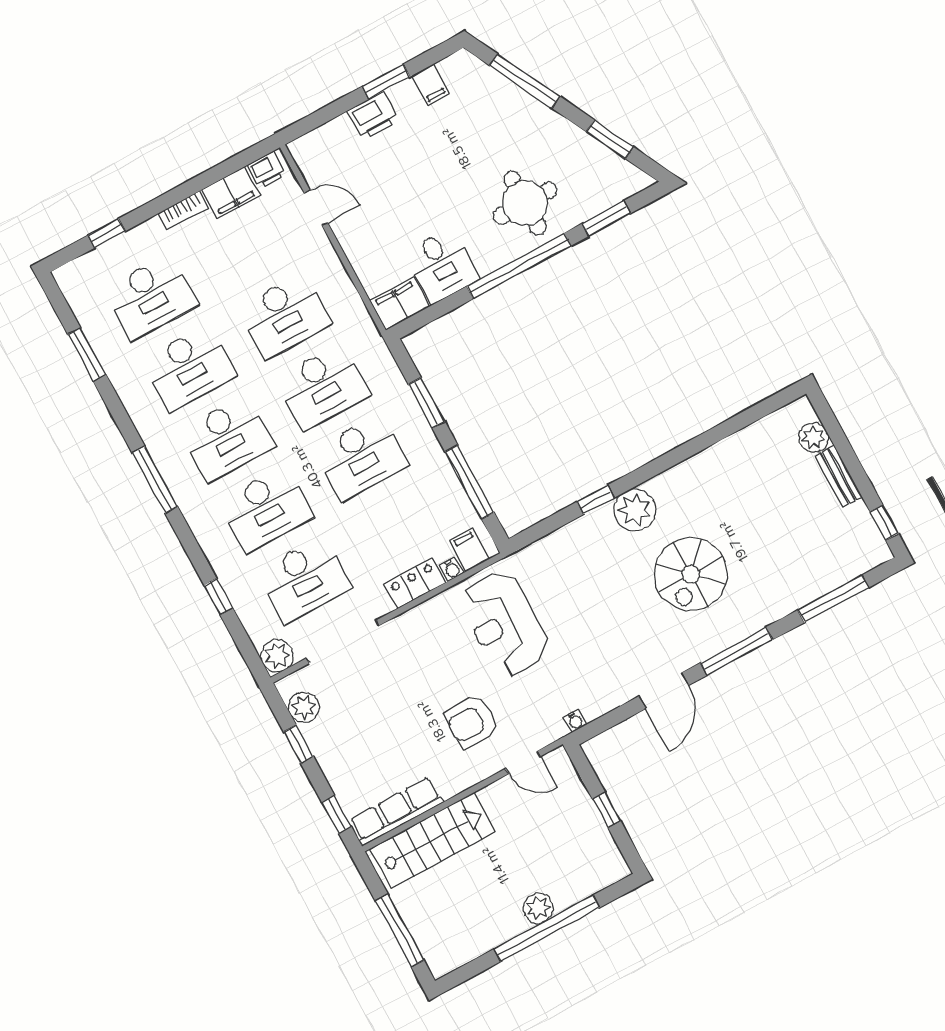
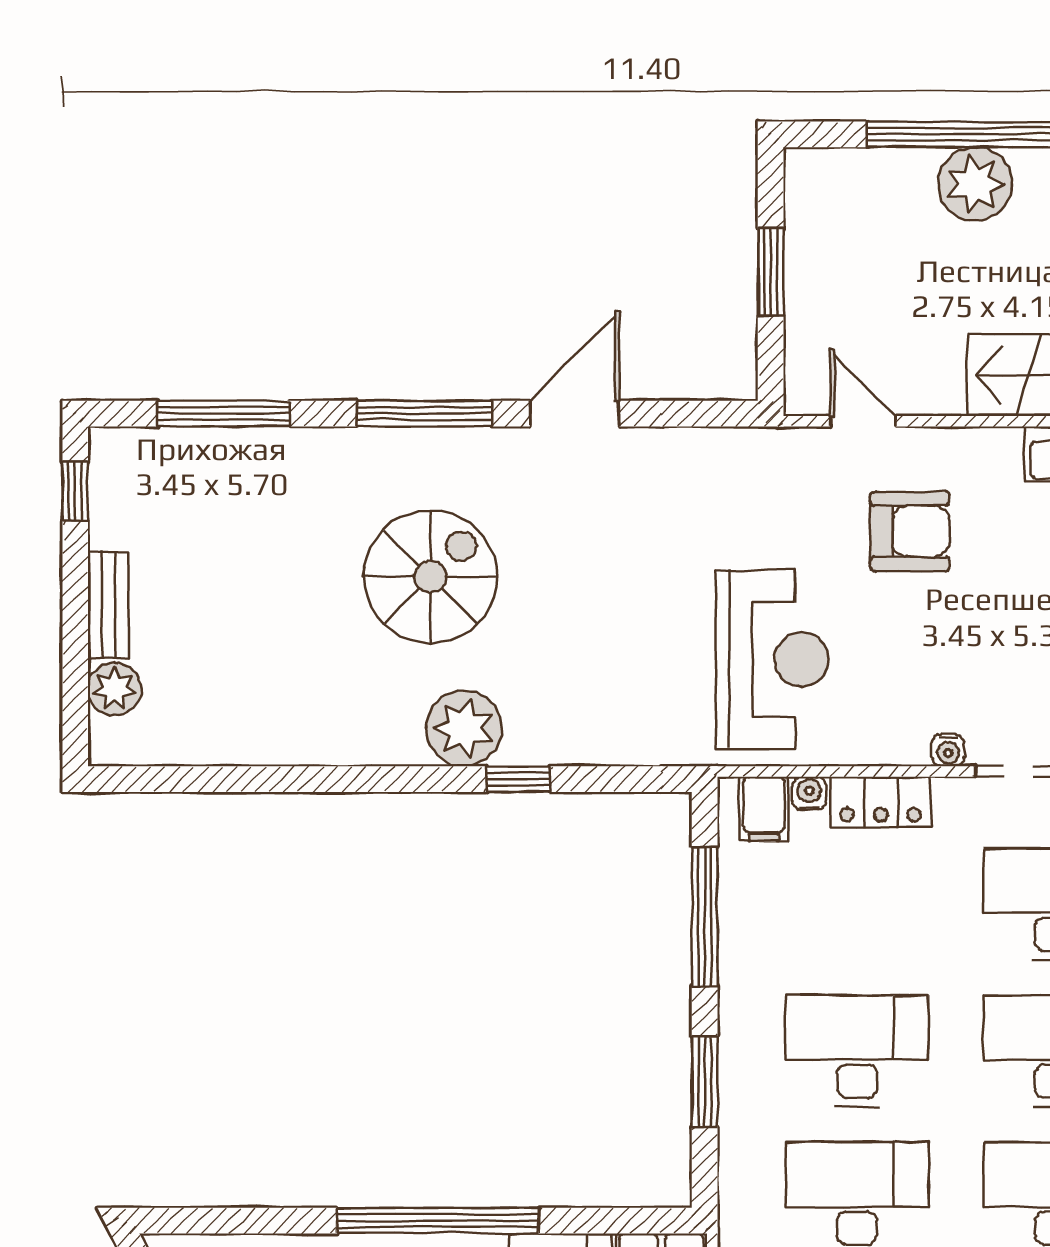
window: (606, 219) -> (256, 1221), removed
water cooler: (575, 721) -> (948, 750), moved, turned 180
window: (607, 810) -> (771, 272), width x1.50
plant: (538, 908) -> (975, 184), width x1.36, depth x1.36

